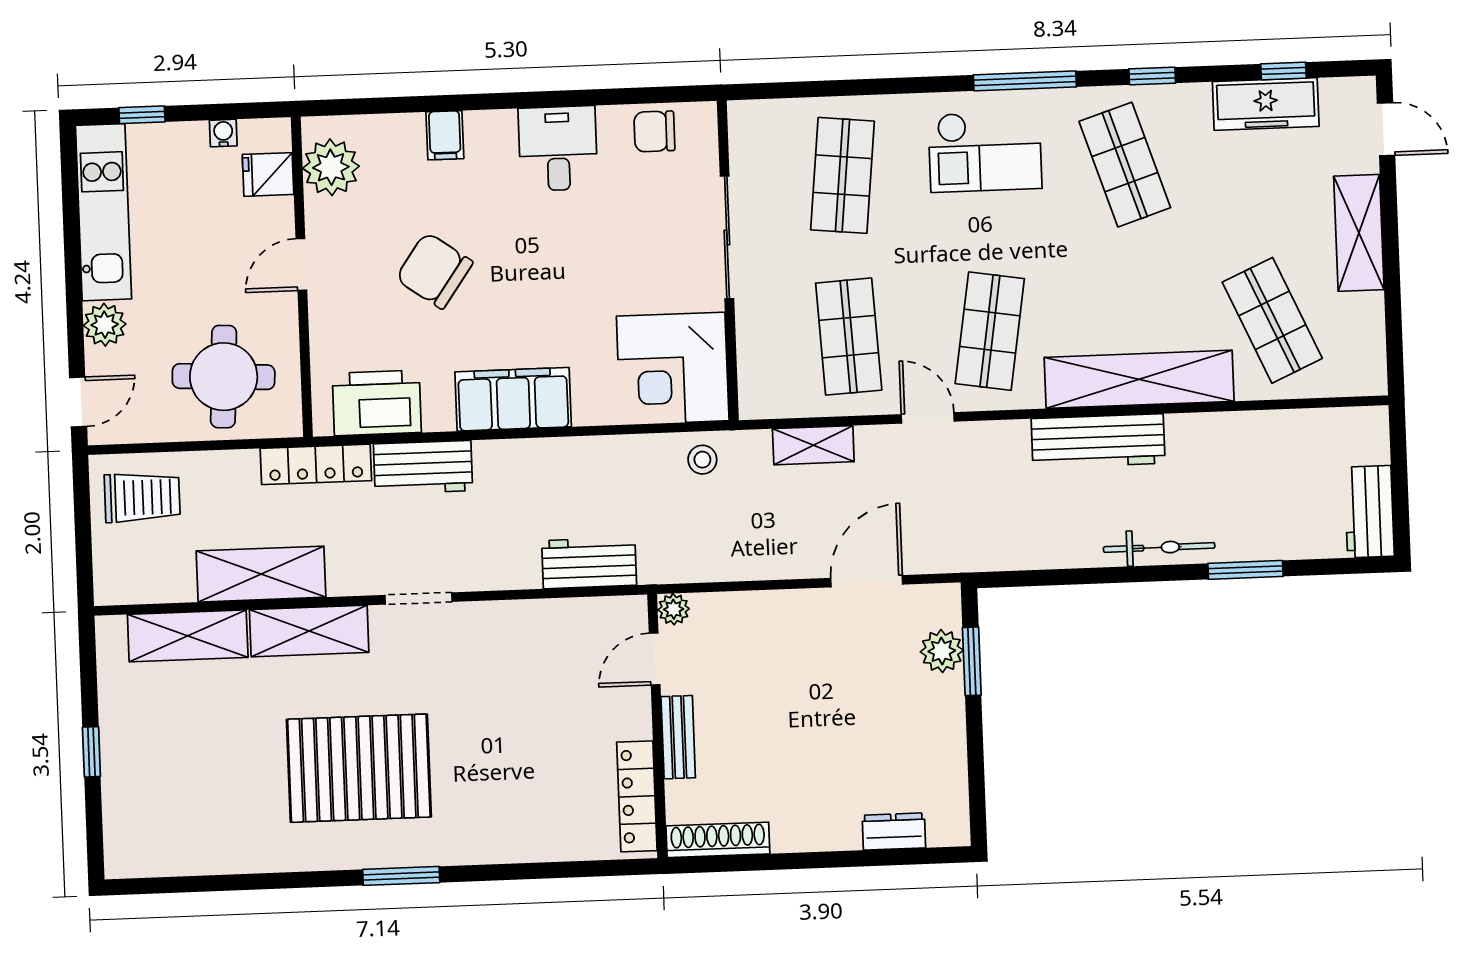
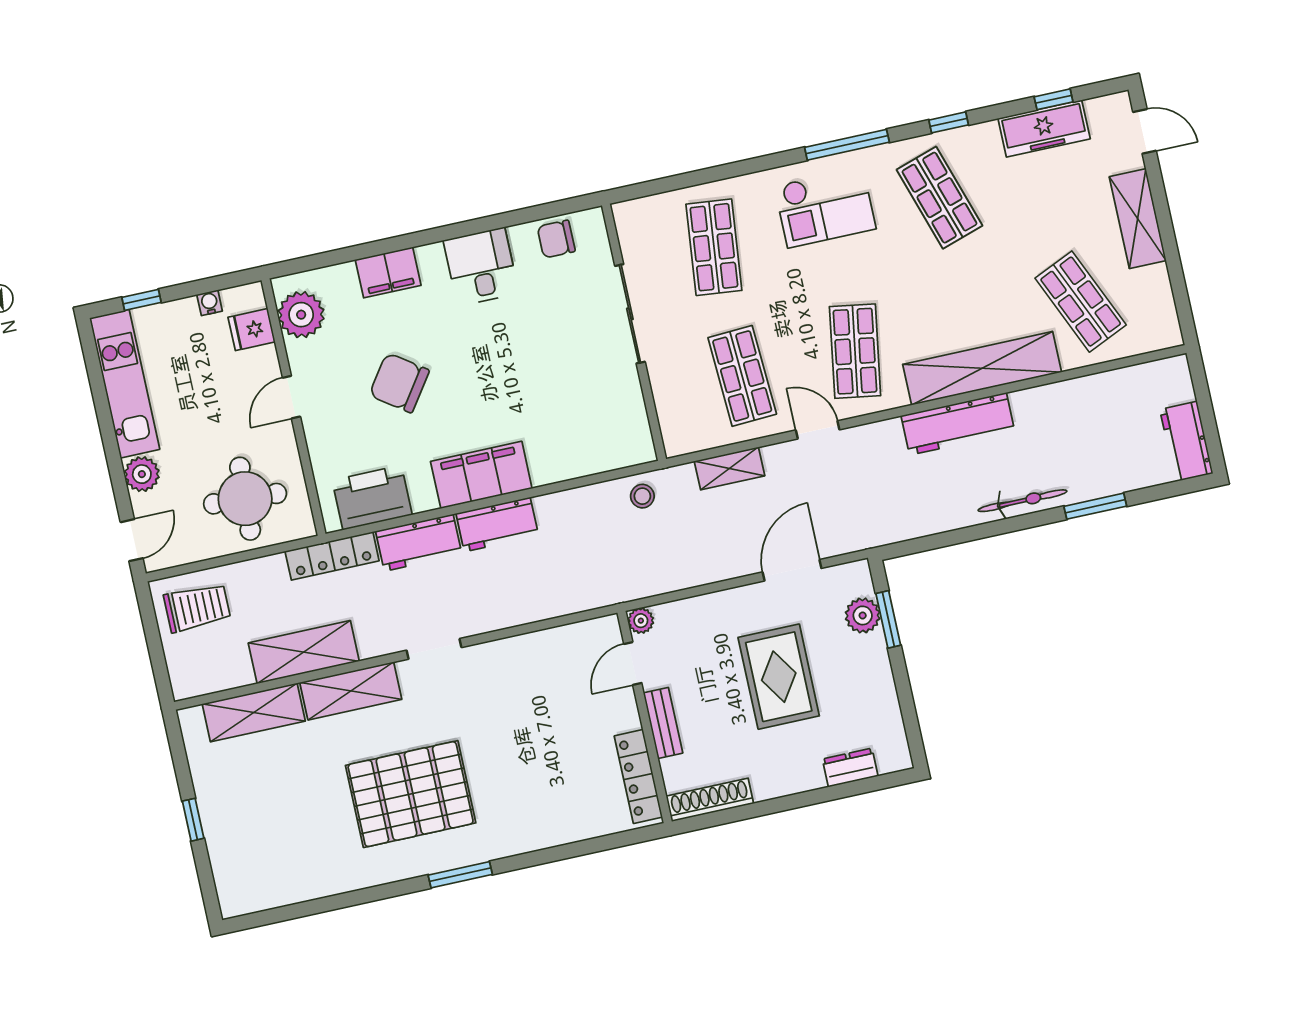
filing cabinet: (445, 135) -> (388, 272), width x2.00
corner desk: (673, 368) -> (605, 427), removed
workbench: (589, 563) -> (497, 525), moved, turned 180
rug: (828, 707) -> (779, 677), added

